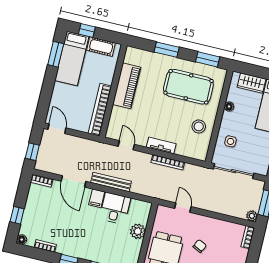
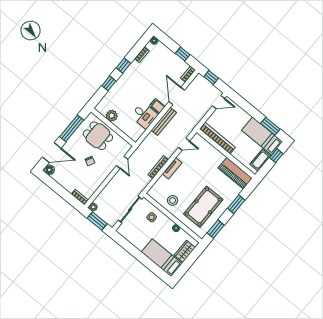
piano: (127, 86) -> (235, 173), moved
door: (74, 181) -> (177, 96), hinge flipped
door: (183, 208) -> (122, 162), hinge flipped
window: (17, 215) -> (183, 54), moved
plant: (138, 231) -> (112, 116), moved

